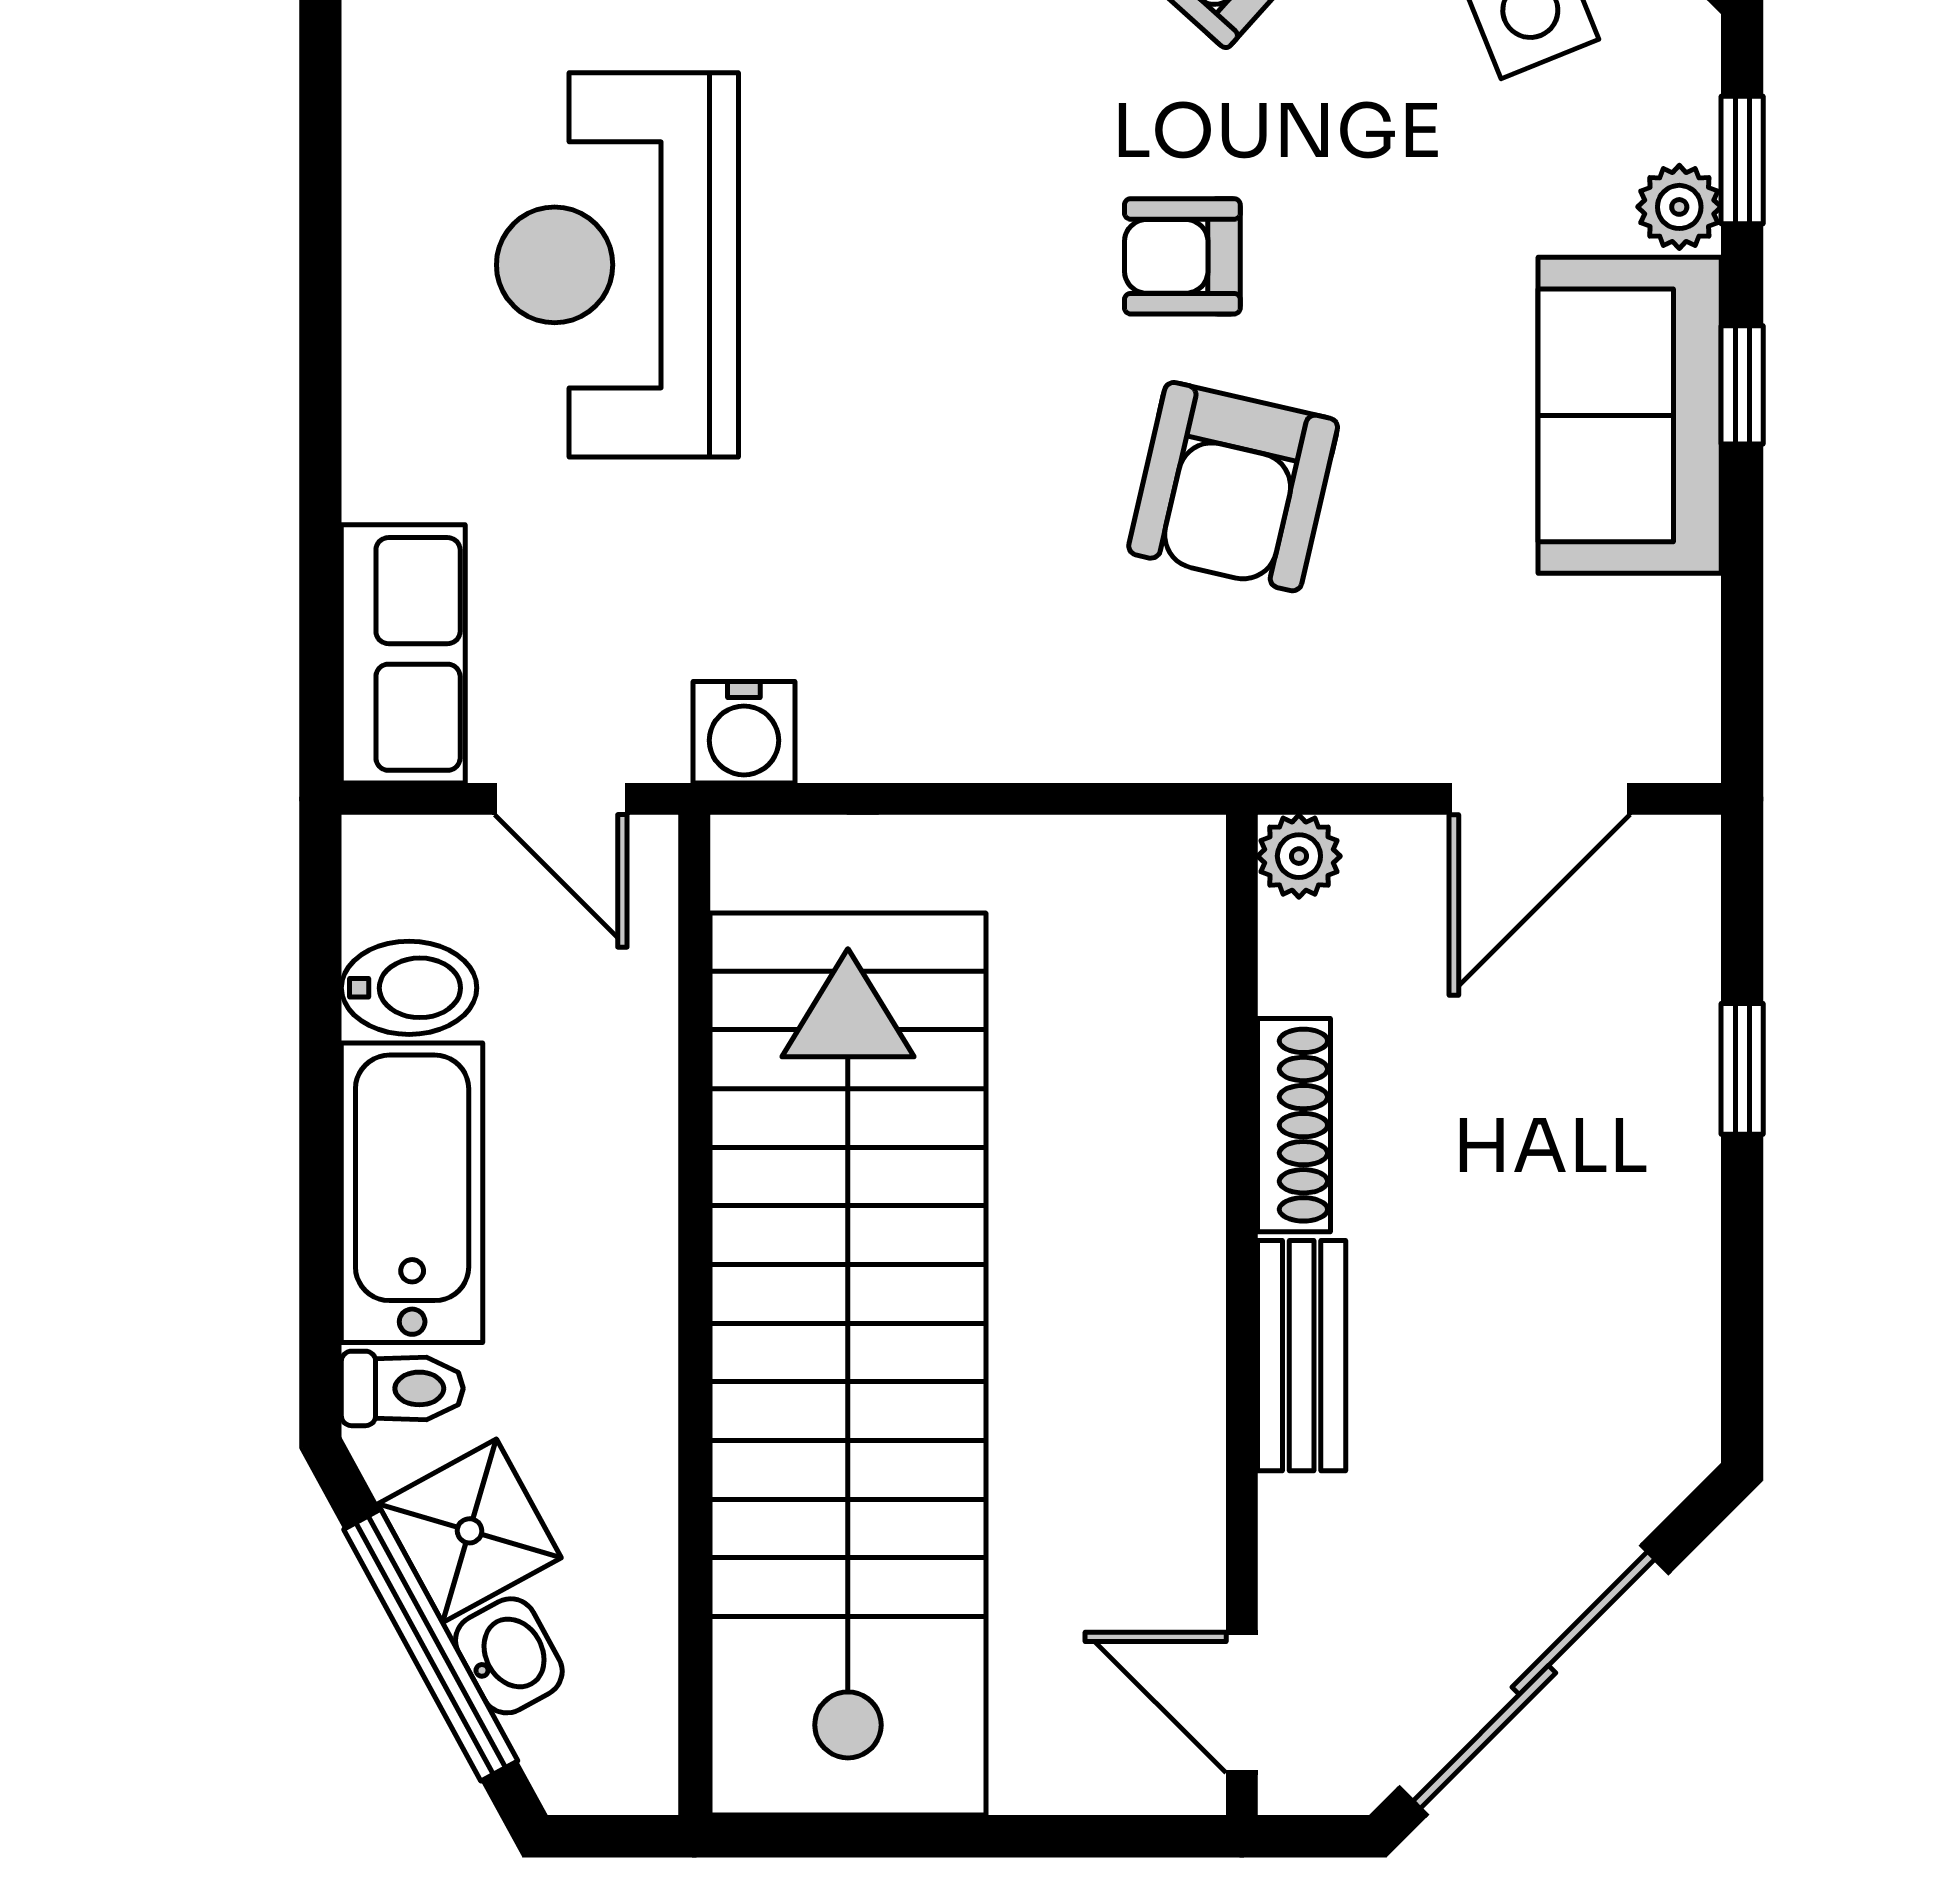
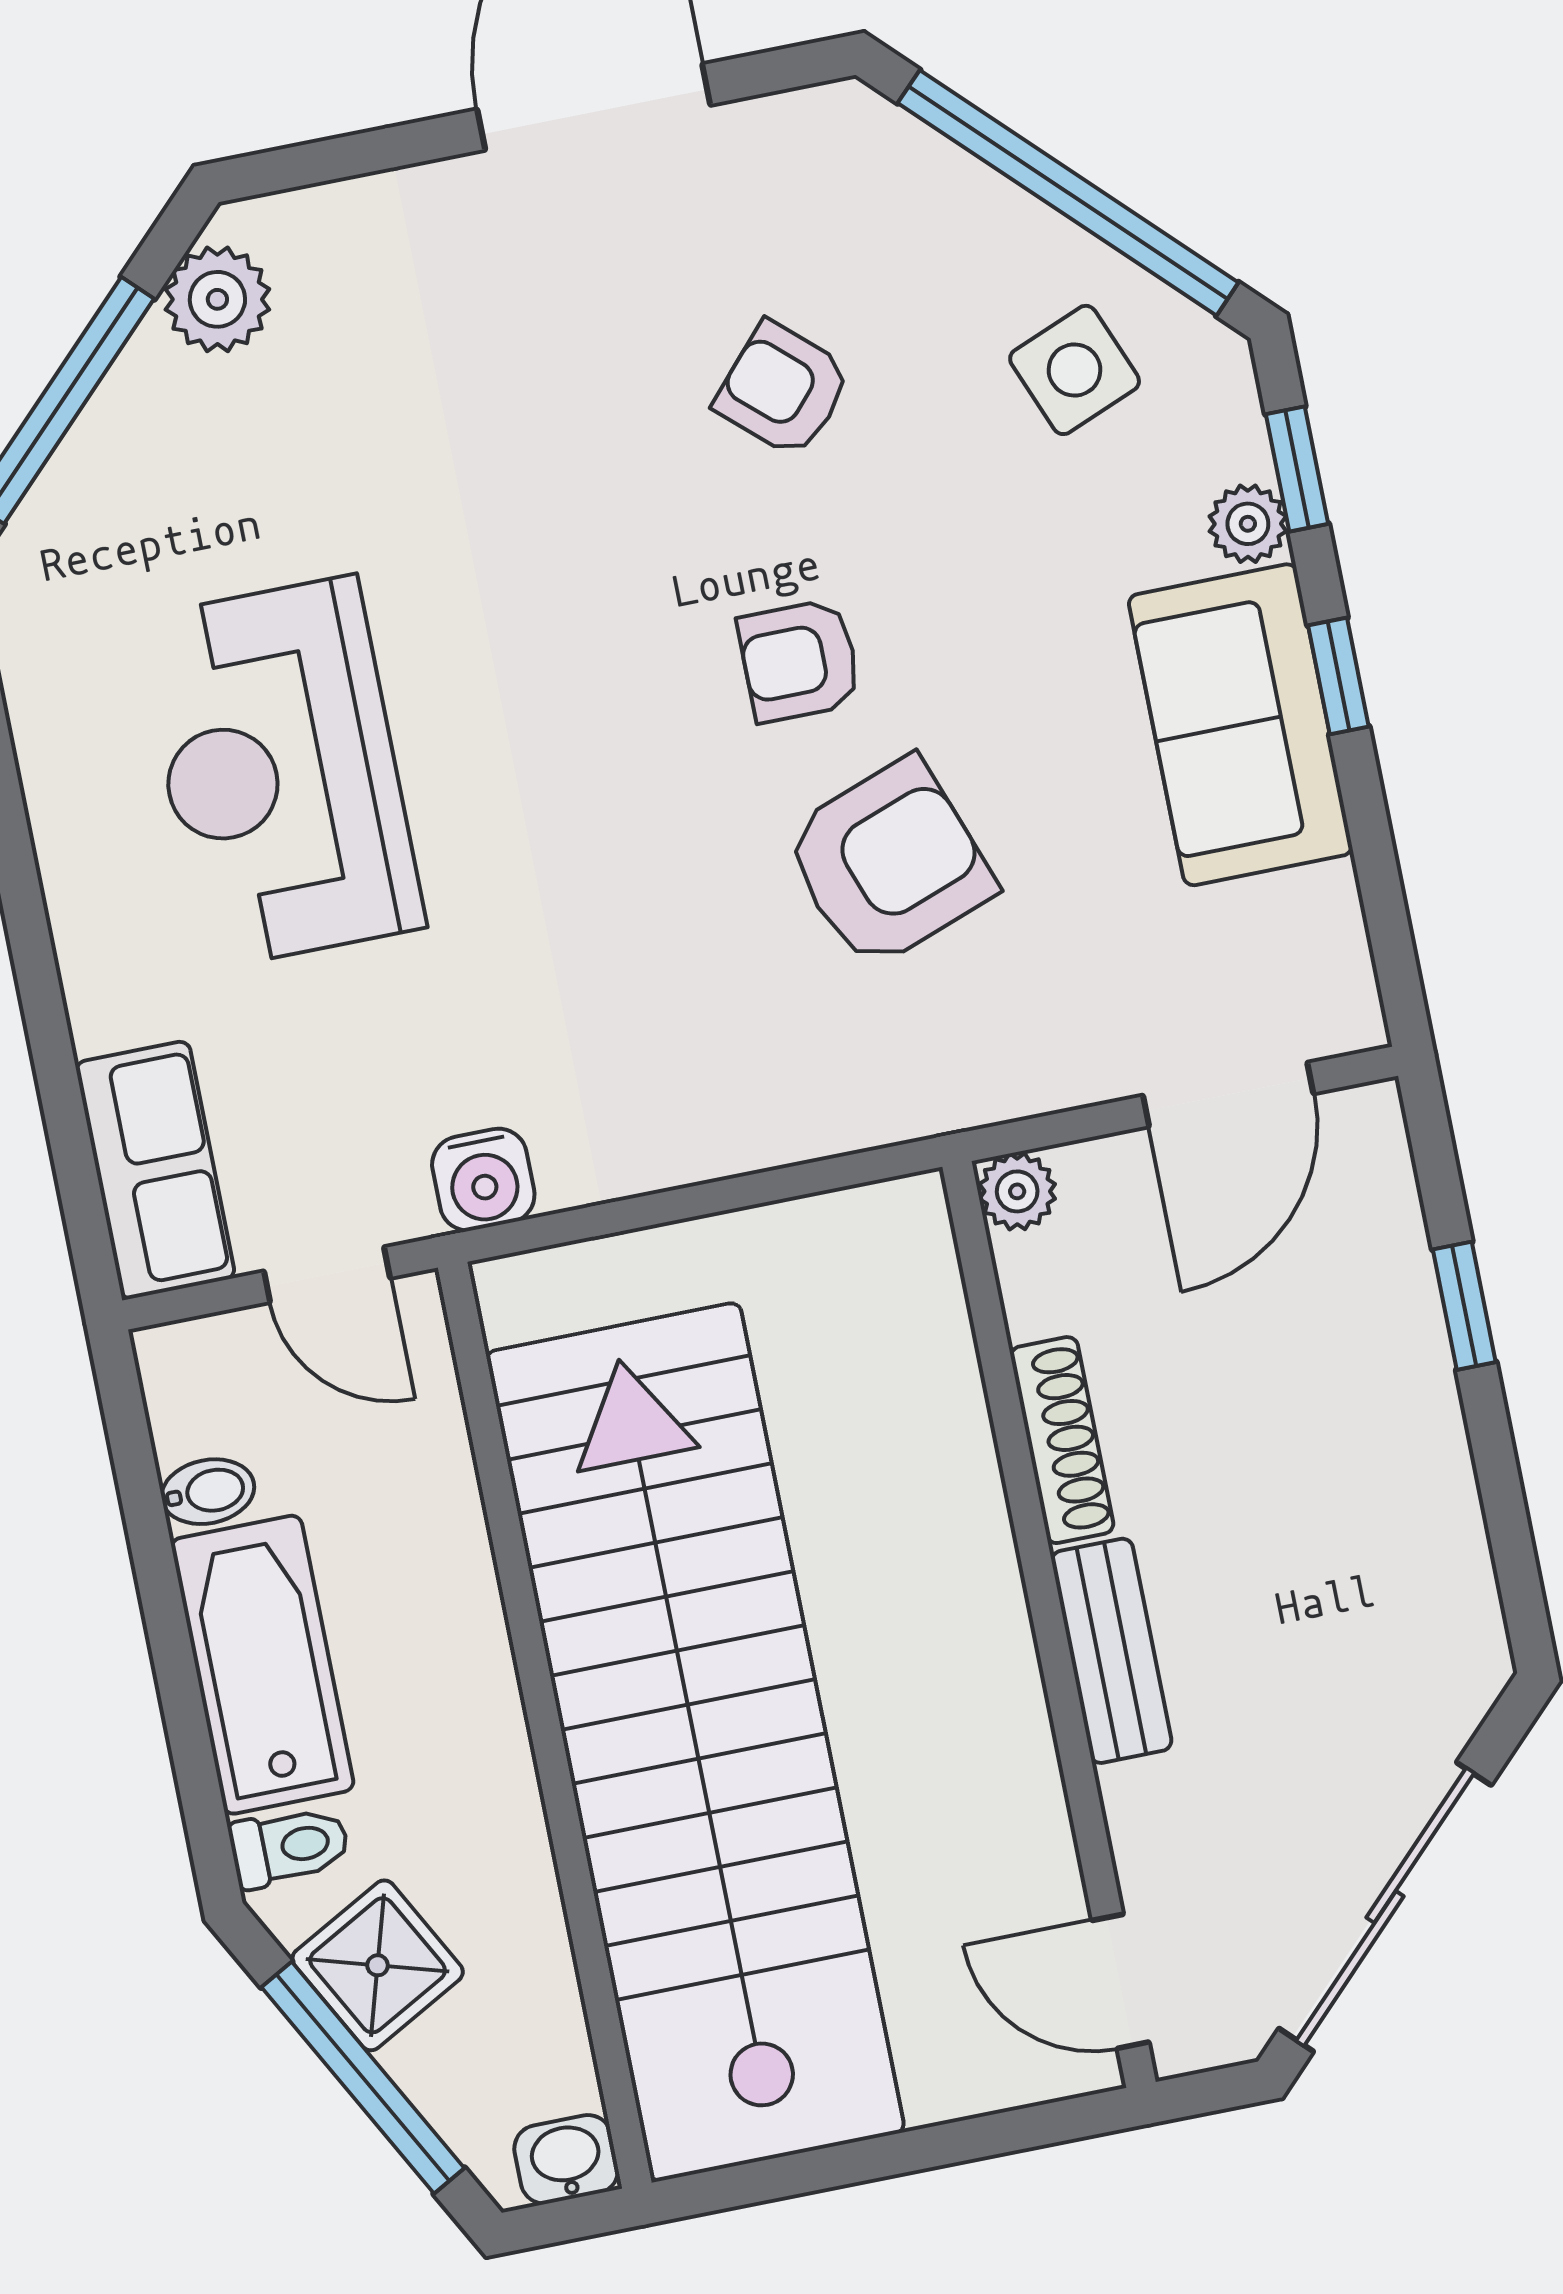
armchair: (1233, 487) -> (889, 863), turned -123
bidet: (409, 988) -> (208, 1492), width x0.72, depth x0.74
washbasin: (509, 1656) -> (566, 2159), moved, turned -61

